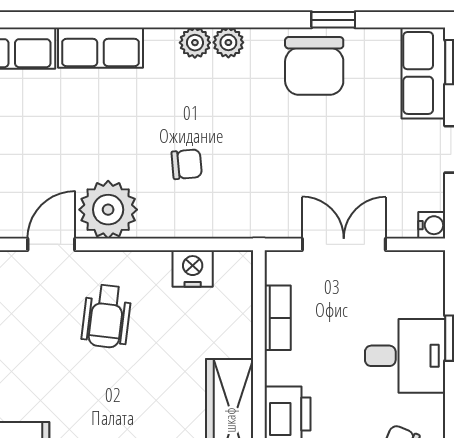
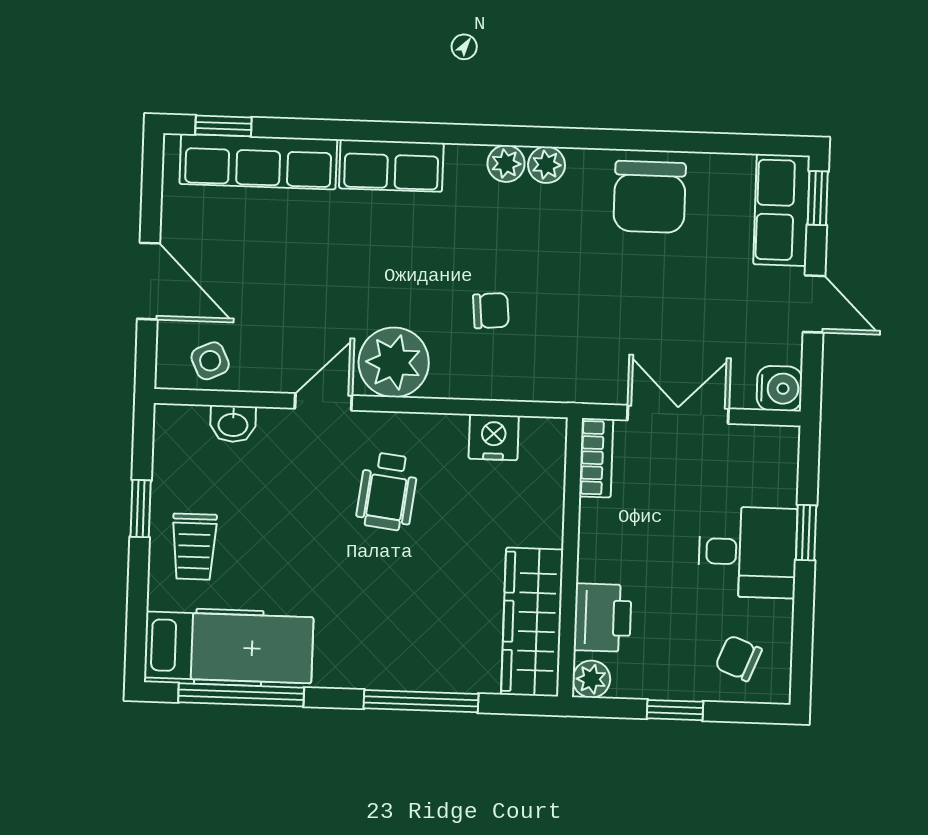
window: (333, 20) -> (675, 142), removed
water cooler: (432, 225) -> (779, 388), width x1.38, depth x1.38
bookcase: (278, 318) -> (596, 458), moved

